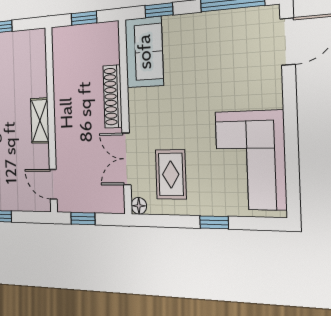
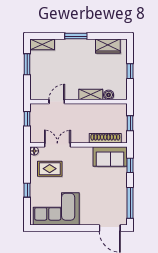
boiler: (39, 63) -> (109, 95), added
shoe rack: (113, 96) -> (105, 138), moved
shelving: (40, 121) -> (91, 95), moved
door: (53, 184) -> (57, 102), moved

